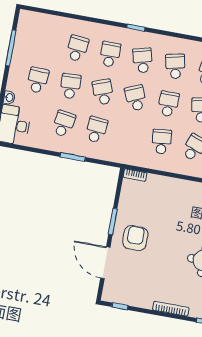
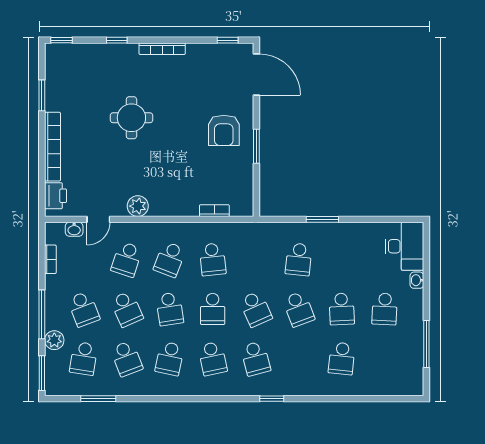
school desk: (110, 54) -> (299, 358), removed
school desk: (64, 124) -> (342, 259), removed
bookcase: (135, 175) -> (214, 211), moved
door: (105, 263) -> (256, 74), moved

